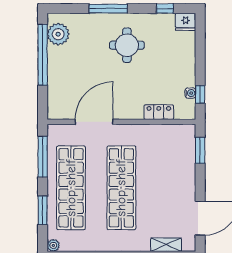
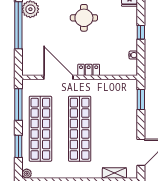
window: (200, 94) -> (141, 32), moved
locker: (159, 112) -> (89, 70), moved
door: (94, 122) -> (58, 77), hinge flipped

